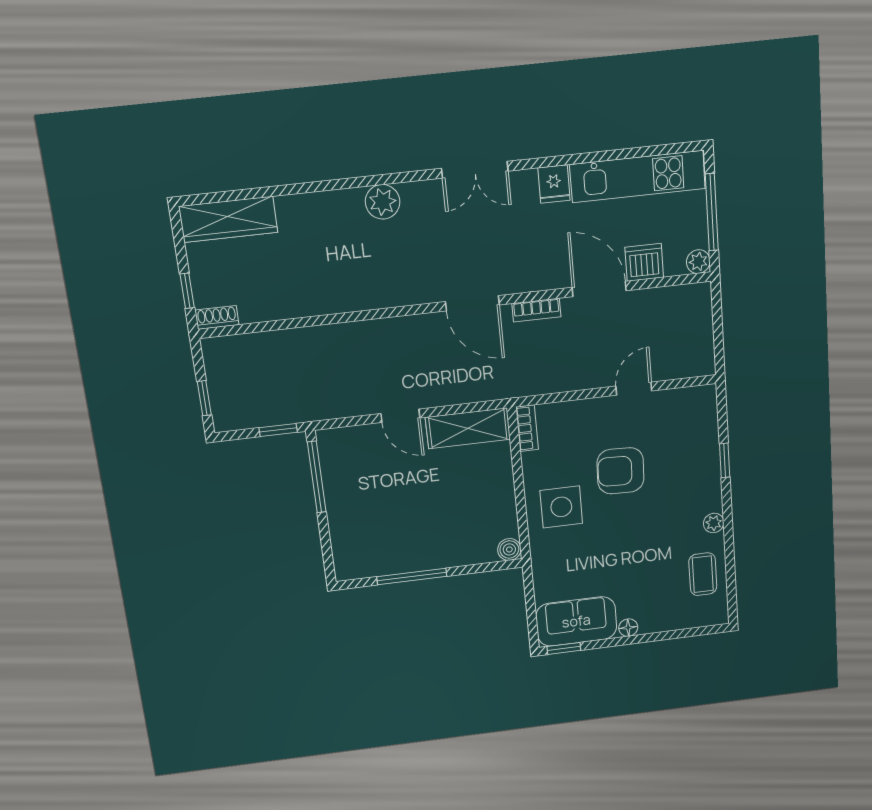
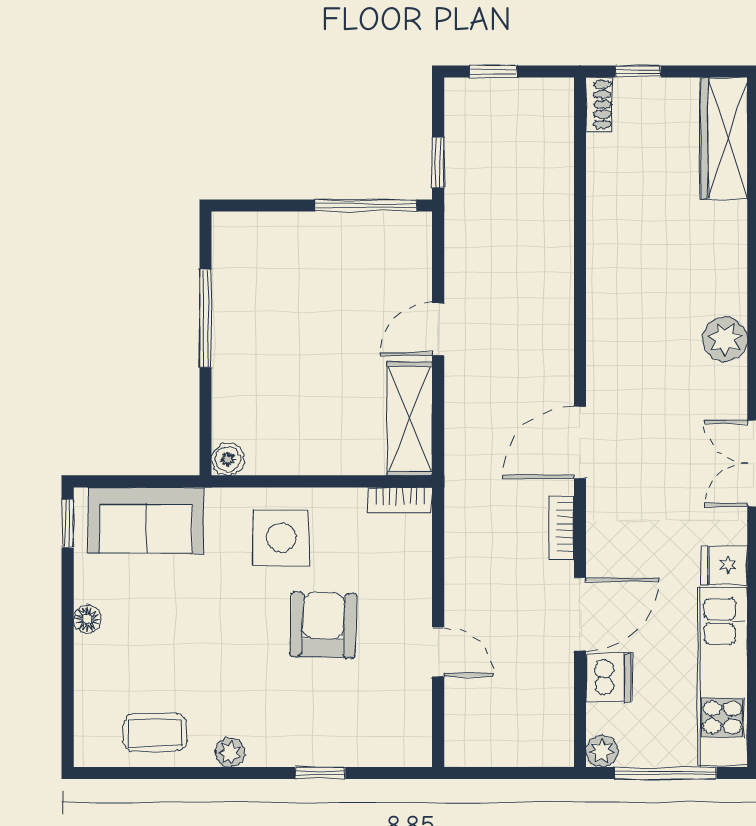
sofa: (576, 621) -> (146, 521), moved, turned 90

